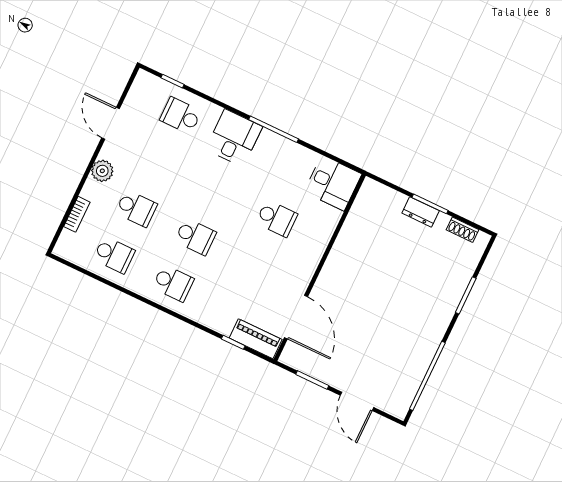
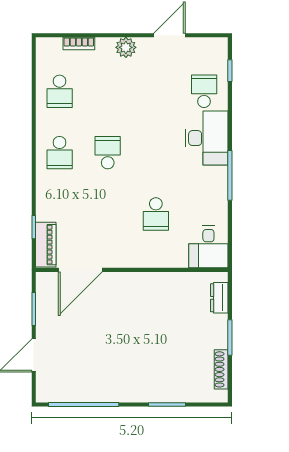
desk: (234, 138) -> (207, 138), width x1.37
school desk: (136, 208) -> (108, 91), removed
dresser: (421, 212) -> (219, 298), moved
shoe rack: (463, 230) -> (221, 369), width x1.43
school desk: (195, 237) -> (108, 153), turned 180

